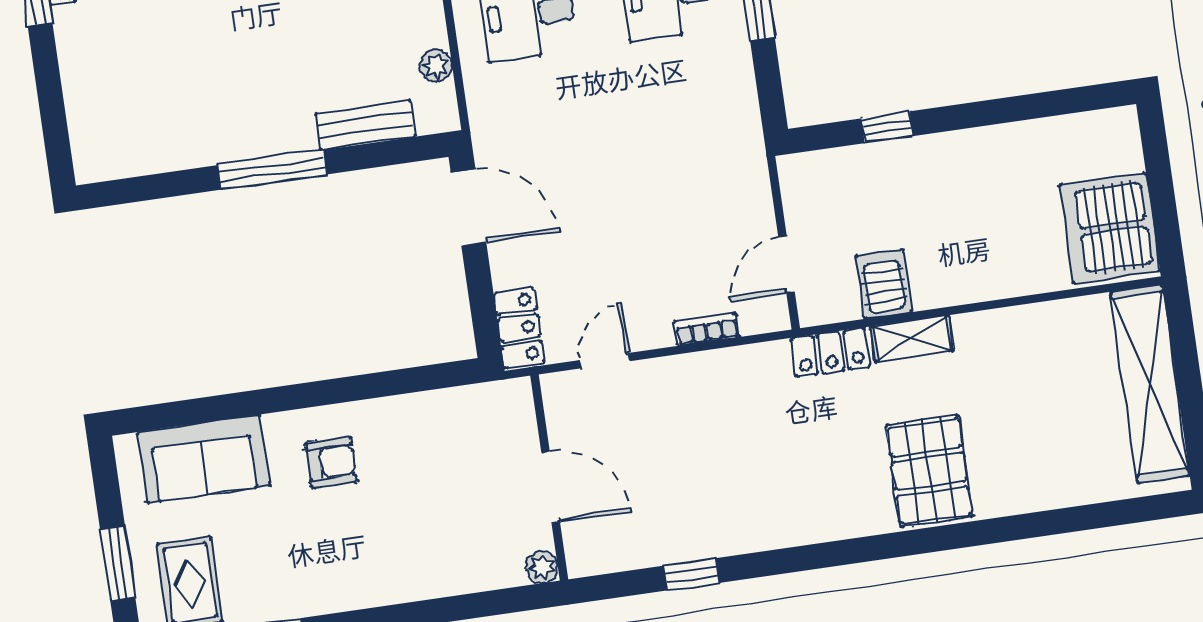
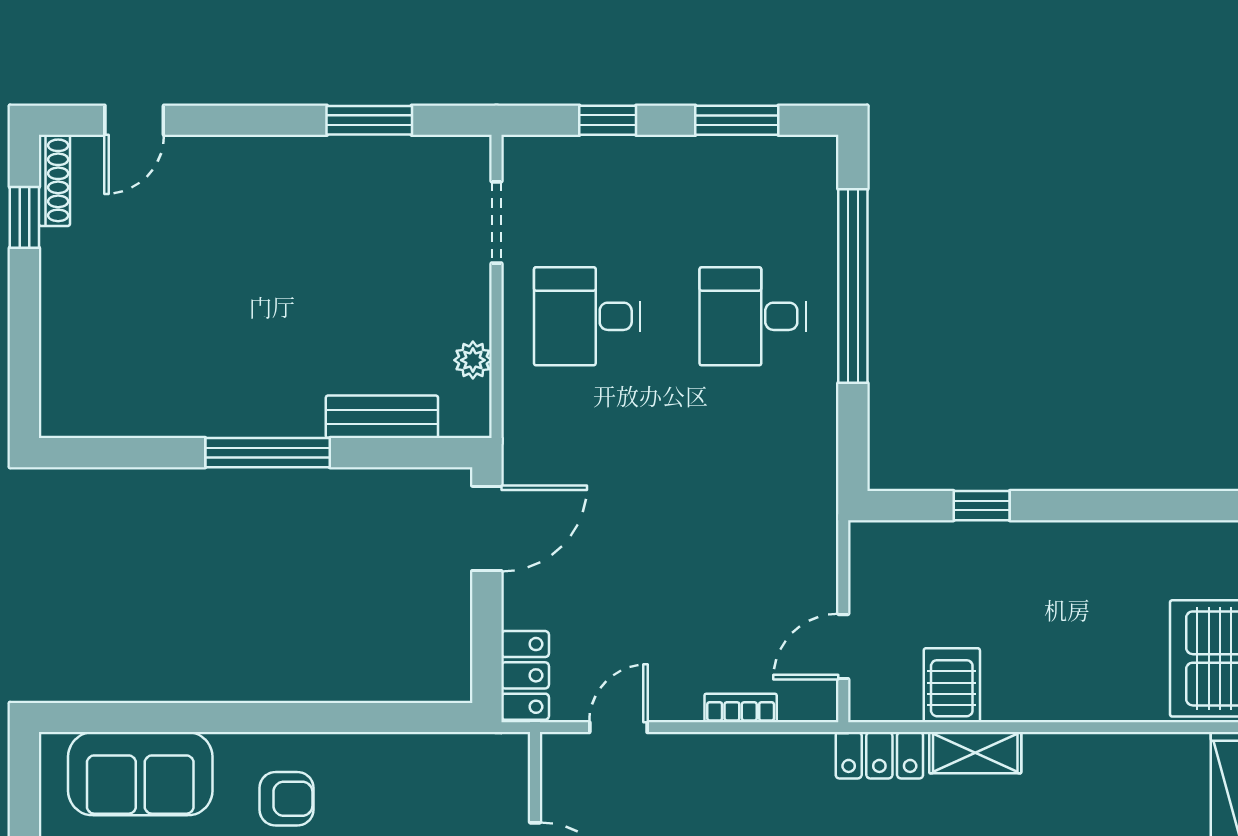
door: (468, 207) -> (487, 528), hinge flipped

